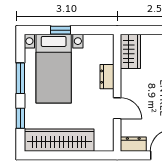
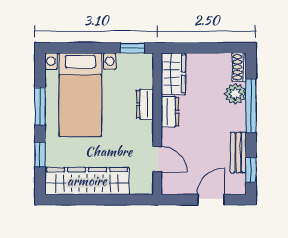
window: (60, 30) -> (132, 48), moved
door: (117, 108) -> (157, 159), moved
dresser: (133, 144) -> (170, 112), moved, turned 90

